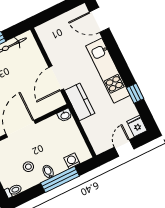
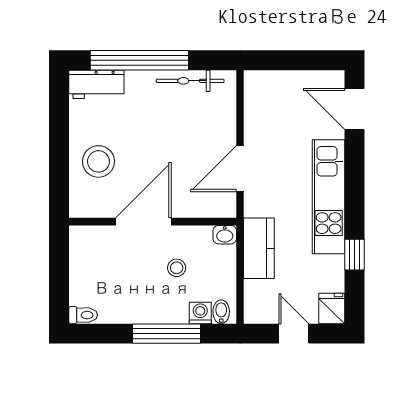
kitchen counter: (80, 102) -> (259, 248), moved
door: (124, 148) -> (294, 334), hinge flipped
stool: (28, 167) -> (177, 268), moved
bidet: (48, 172) -> (221, 312), moved

